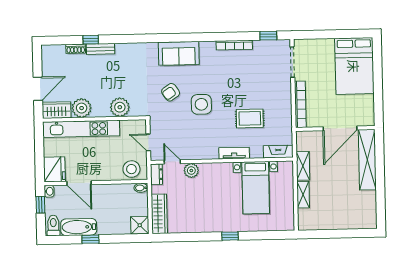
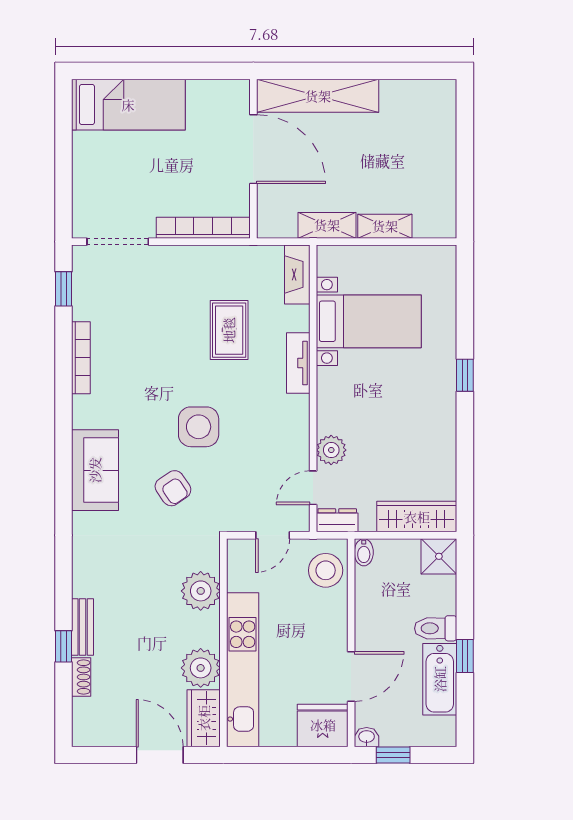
bed: (354, 66) -> (128, 105), width x0.67
toilet: (53, 226) -> (436, 628), moved

